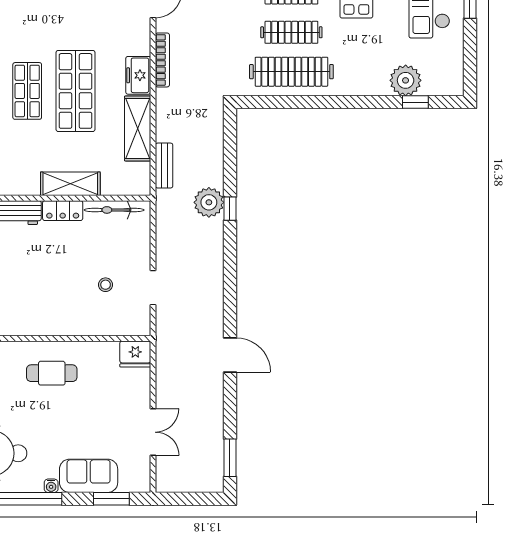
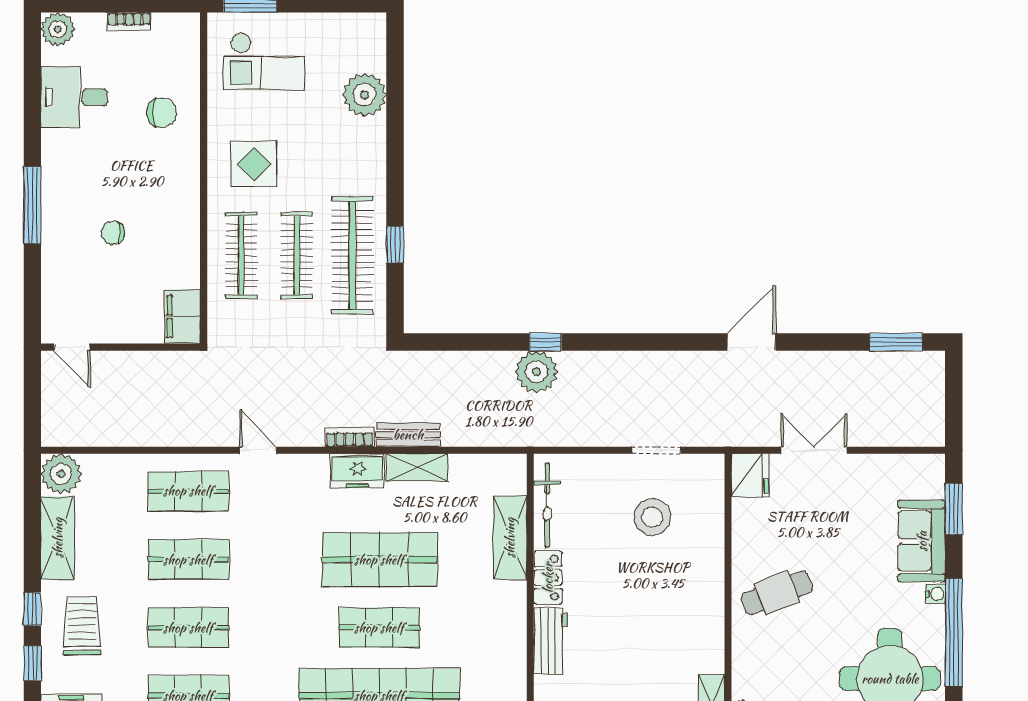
bookcase: (162, 60) -> (349, 437), width x0.64
window: (415, 102) -> (395, 244), moved
shelving: (138, 128) -> (417, 467), width x0.67, depth x0.75
bench: (164, 166) -> (408, 435), moved
shelving: (70, 184) -> (510, 538), moved
stool: (106, 285) -> (652, 517), width x1.89, depth x1.89
cafe table: (52, 373) -> (777, 593), turned 69
double door: (153, 432) -> (814, 450), moved

